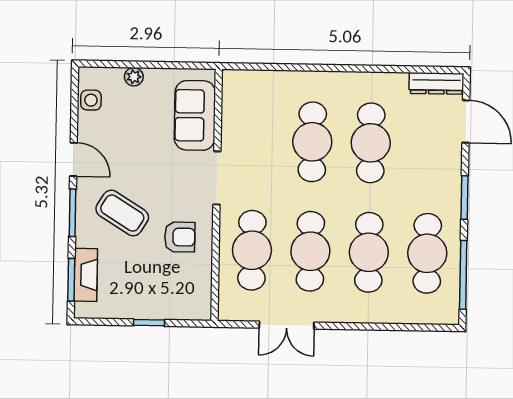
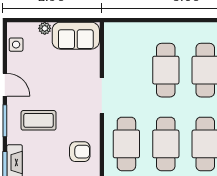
sofa: (195, 115) -> (76, 36), moved, turned -90
coffee table: (122, 213) -> (39, 120), turned -32
armchair: (180, 237) -> (80, 152), moved

